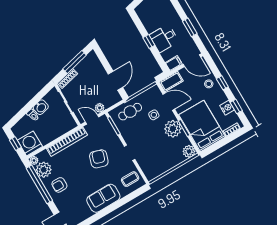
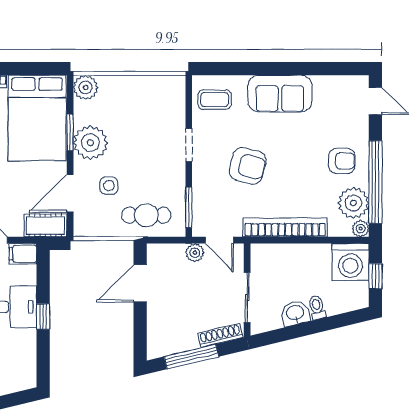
door: (169, 102) -> (70, 193), hinge flipped
armchair: (99, 159) -> (248, 166), turned -93

